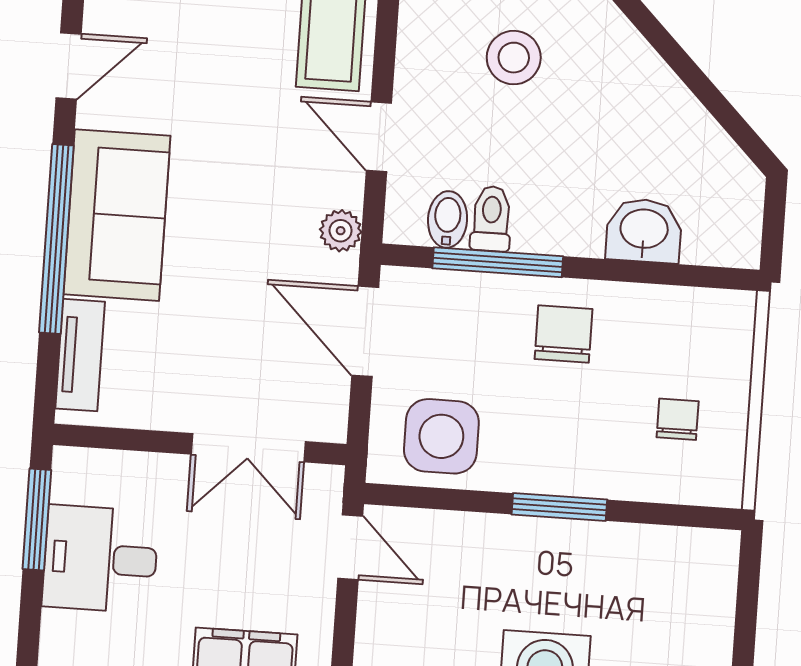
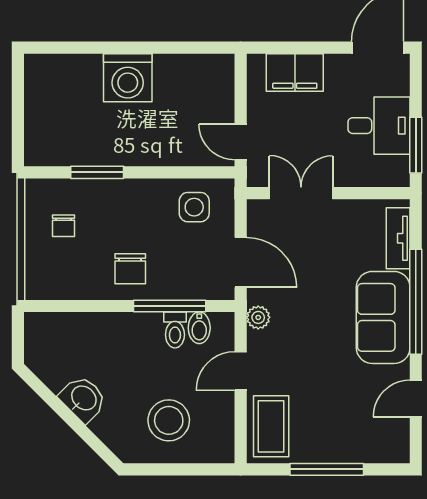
stool: (514, 58) -> (169, 420), width x1.38, depth x1.38
door: (379, 137) -> (241, 371), swing flipped
washbasin: (644, 231) -> (83, 399), moved, turned -135
side table: (441, 436) -> (194, 207), width x0.73, depth x0.73
window: (559, 507) -> (97, 172), moved

